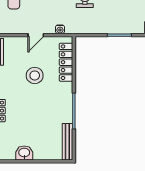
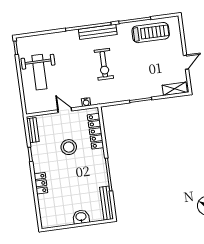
door: (36, 35) -> (65, 110), swing flipped
washbasin: (24, 153) -> (81, 217), moved

